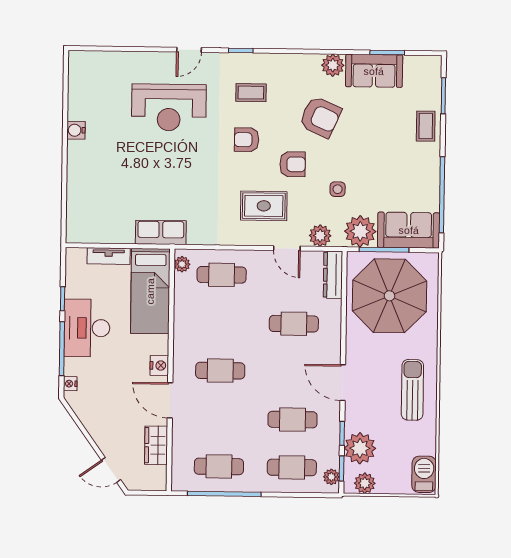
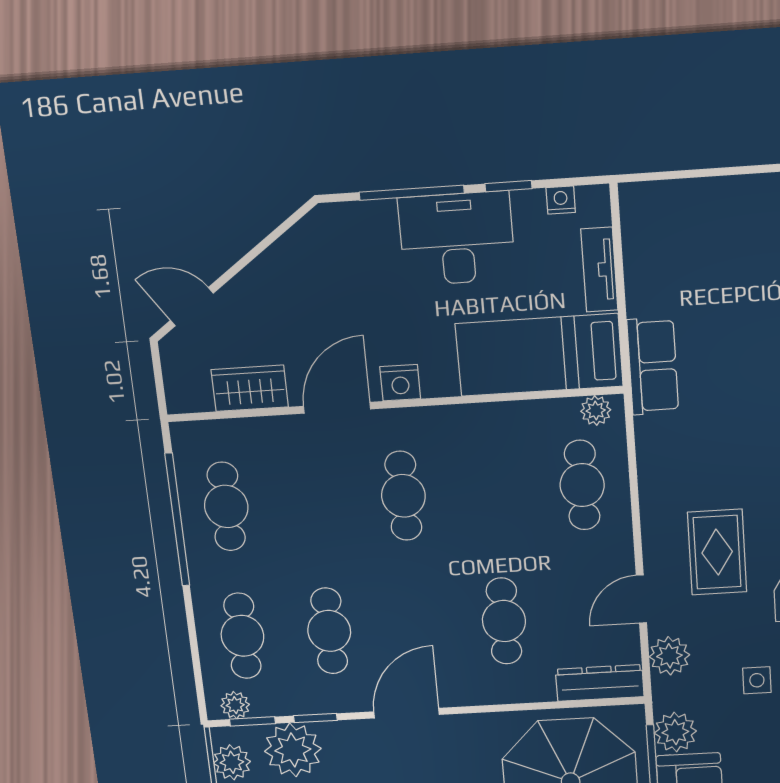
plant: (360, 231) -> (675, 732), width x0.73, depth x0.73
nightstand: (70, 384) -> (561, 200), moved
door: (111, 470) -> (192, 307), hinge flipped

